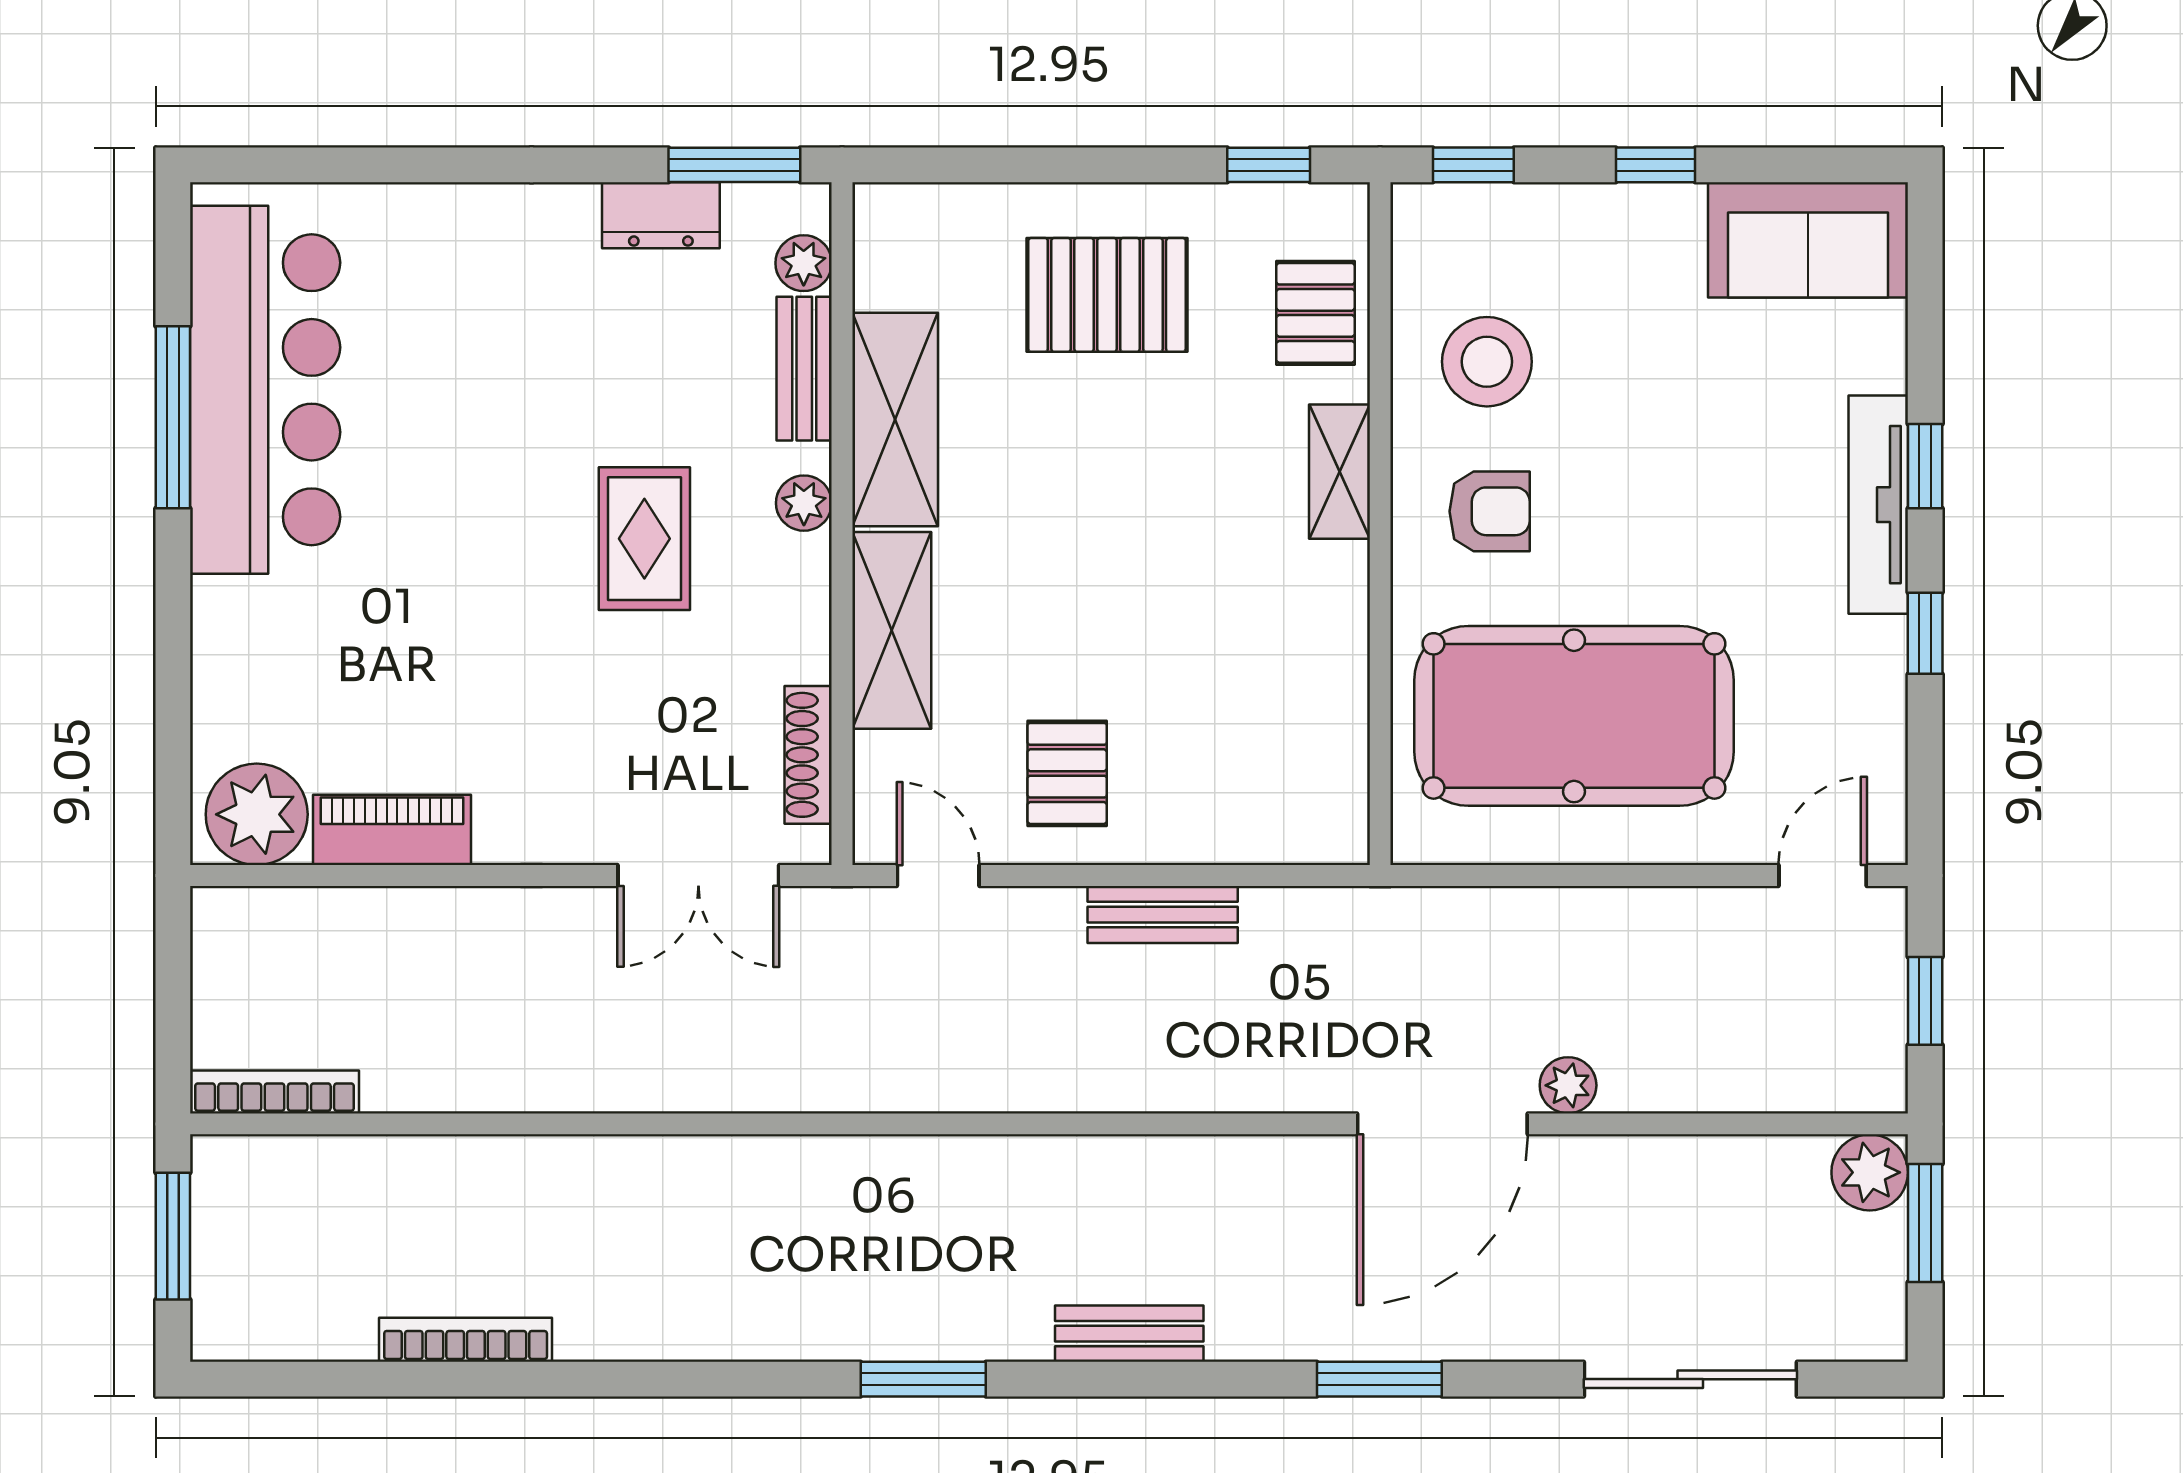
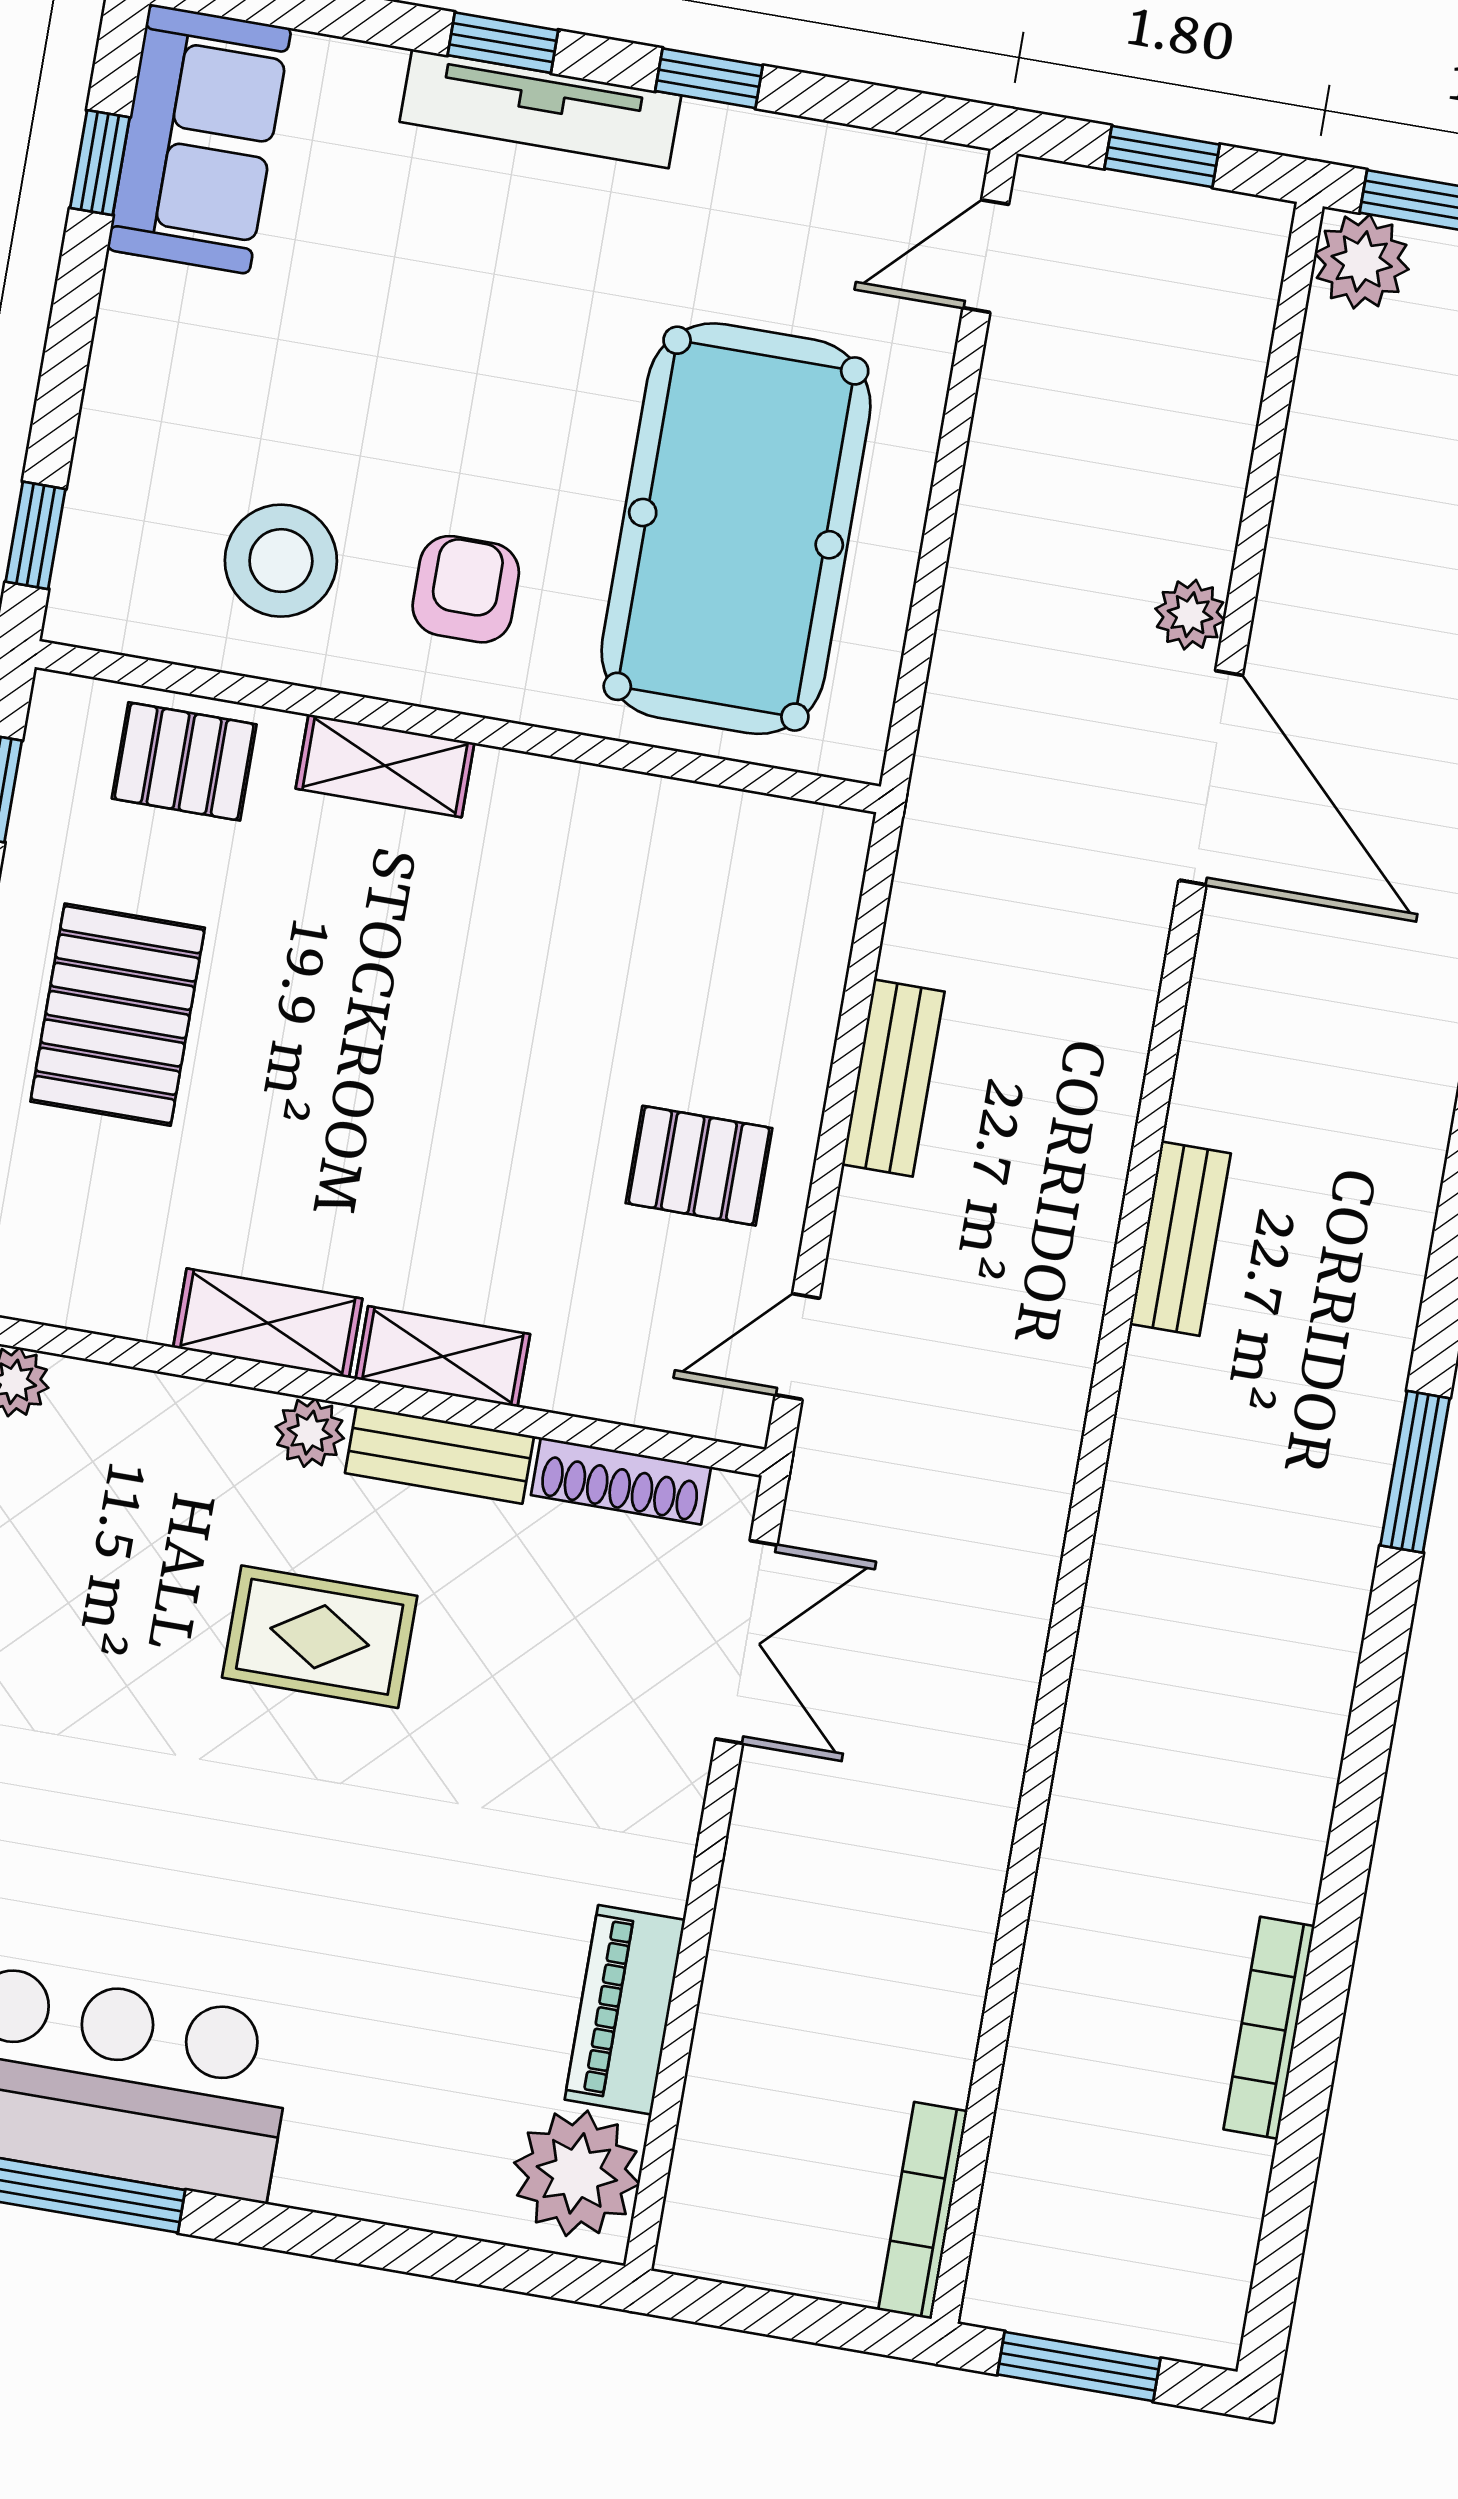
window: (1656, 165) -> (100, 163), moved
bench: (804, 369) -> (439, 1455), moved
shelving: (895, 419) -> (268, 1323), width x0.67, depth x0.75
shelving: (892, 630) -> (443, 1357), width x0.67, depth x0.75
door: (1823, 876) -> (986, 256), hinge flipped
bench: (1129, 1334) -> (1180, 1239), moved

